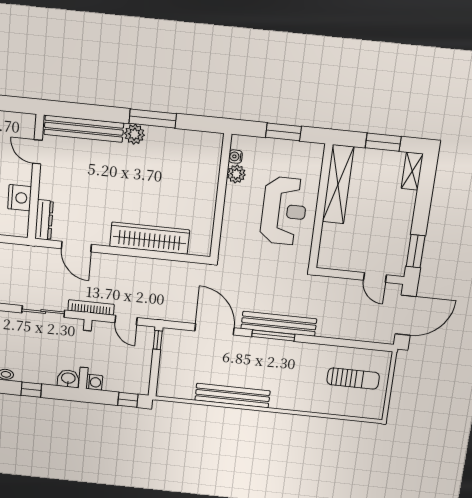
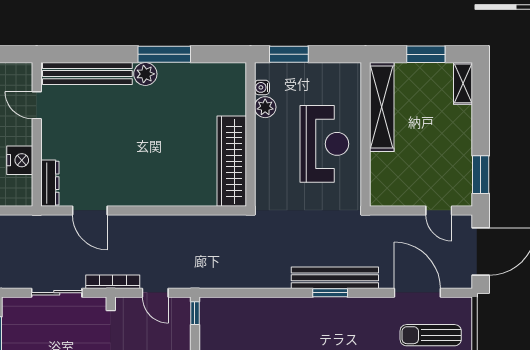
window: (283, 132) -> (289, 54), moved
wardrobe: (150, 238) -> (232, 161), moved, turned -90
door: (214, 329) -> (417, 293), moved
window: (273, 336) -> (330, 293), width x0.69
sun lounger: (353, 378) -> (431, 335), turned 180

